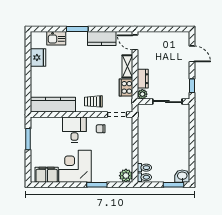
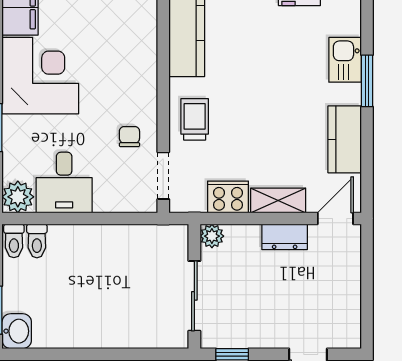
kitchen sink: (56, 38) -> (345, 60), moved
dresser: (143, 79) -> (285, 237), moved
desk: (74, 130) -> (64, 182), moved, turned 90

